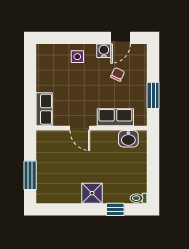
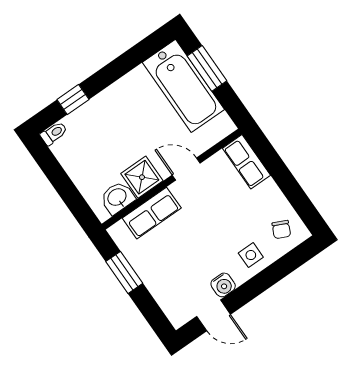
door: (121, 38) -> (214, 315), swing flipped
chair: (118, 74) -> (281, 229), moved
bathtub: (50, 175) -> (183, 86), added
shower: (92, 193) -> (142, 177), moved

